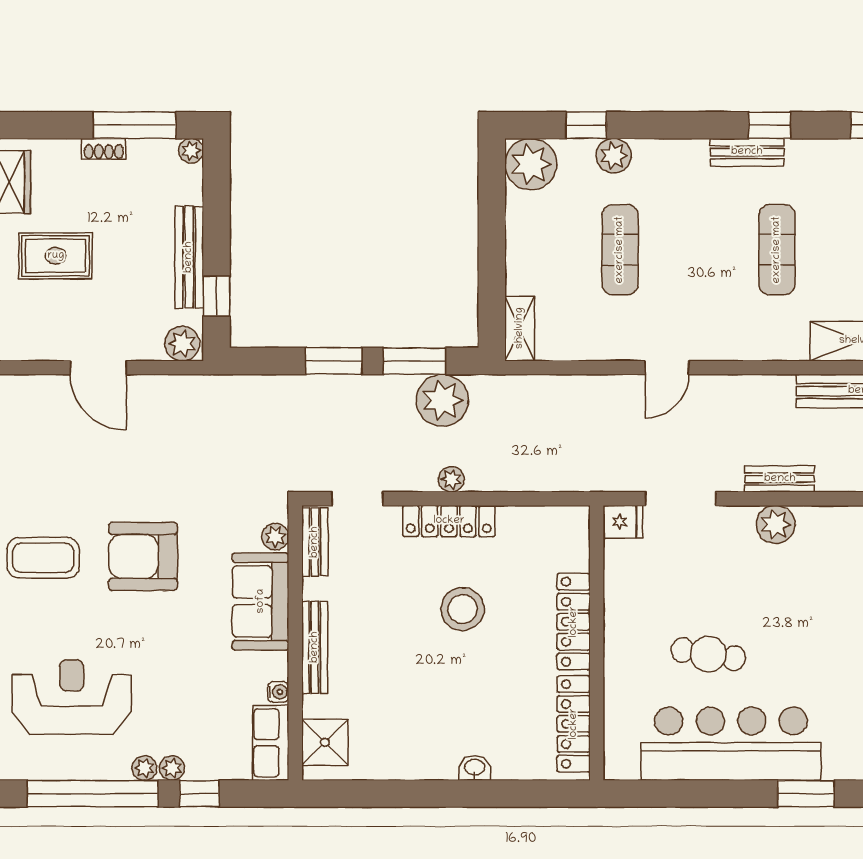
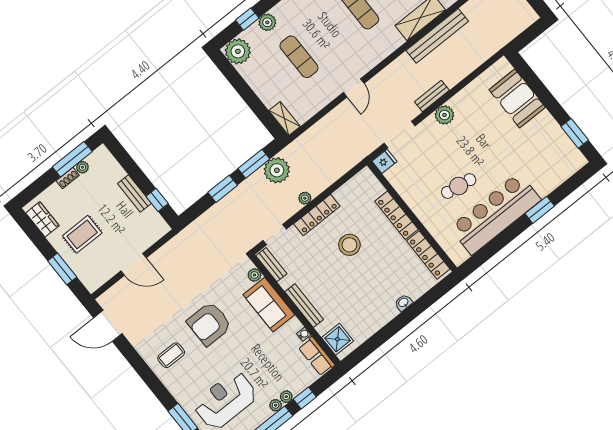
plant: (191, 151) -> (82, 167), moved
bench: (189, 257) -> (134, 193), width x0.73
plant: (182, 344) -> (159, 229), removed
coffee table: (43, 558) -> (171, 355), width x0.73, depth x0.77

